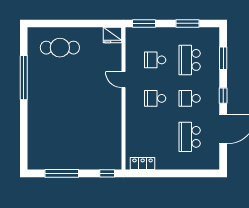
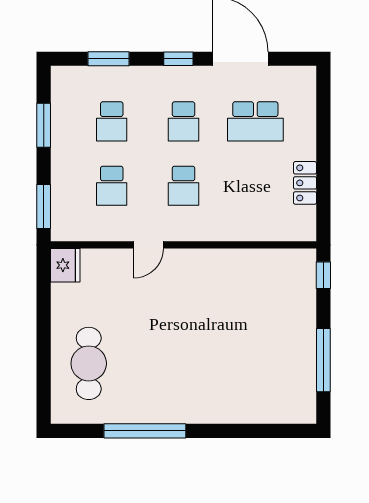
school desk: (190, 60) -> (112, 121), width x0.54
locker: (143, 163) -> (305, 183), moved

